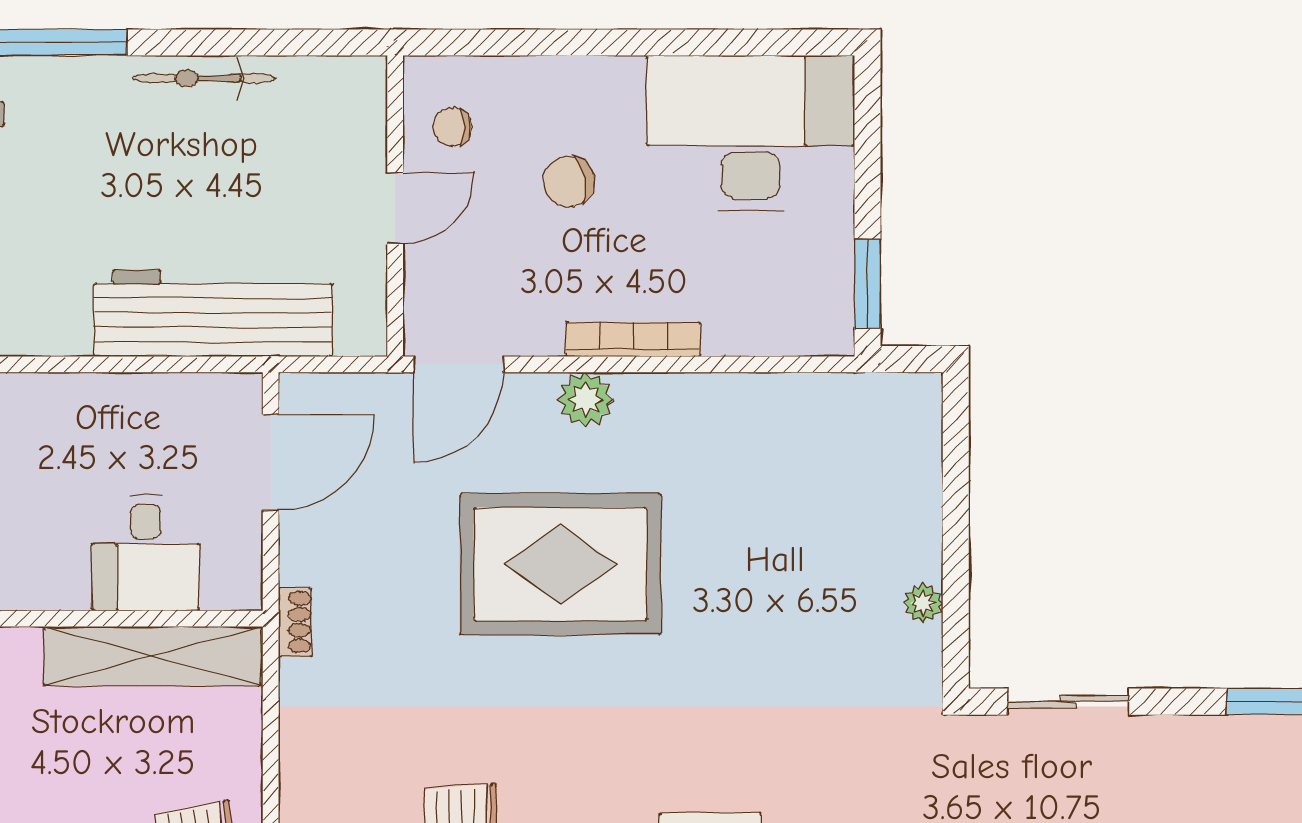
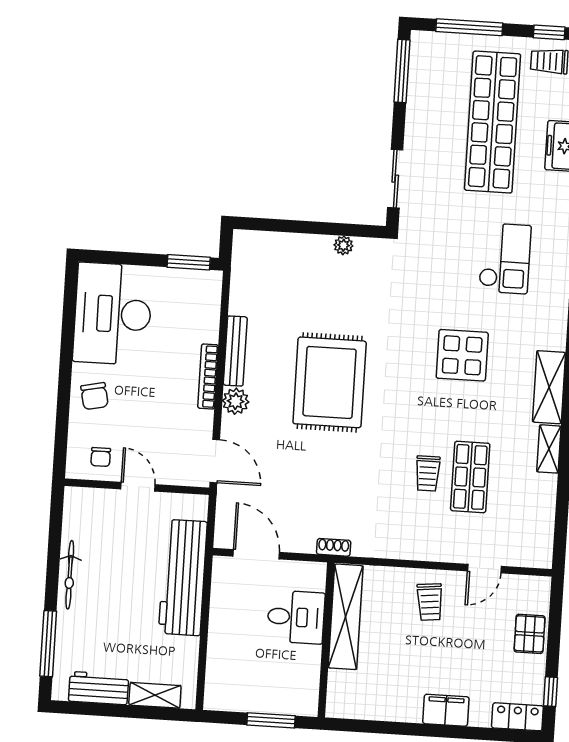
chair: (569, 182) -> (94, 396), moved
bench: (690, 392) -> (235, 351), added
rug: (560, 564) -> (330, 382), moved

